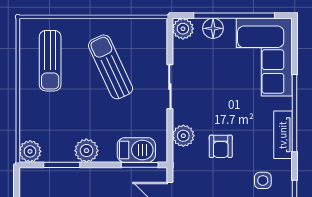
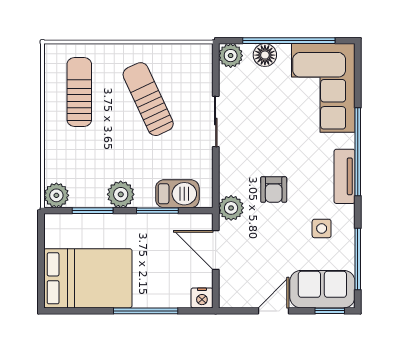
sun lounger: (50, 61) -> (79, 92), turned 180
plant: (183, 136) -> (231, 208), moved
window: (140, 165) -> (157, 211), moved

